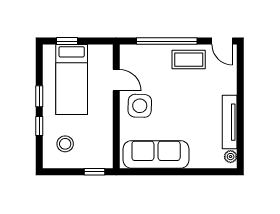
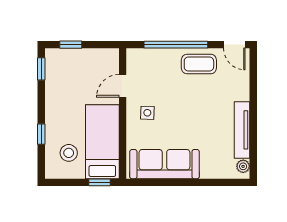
bed: (72, 80) -> (102, 142), moved, turned 180
door: (116, 80) -> (123, 86), swing flipped
window: (39, 96) -> (41, 69), moved
side table: (140, 106) -> (147, 113), width x0.54, depth x0.54

